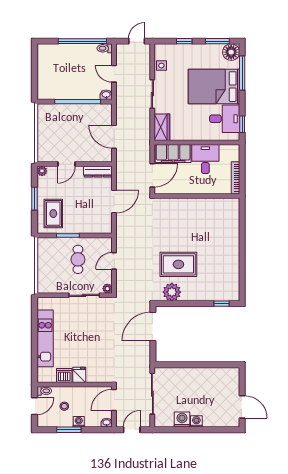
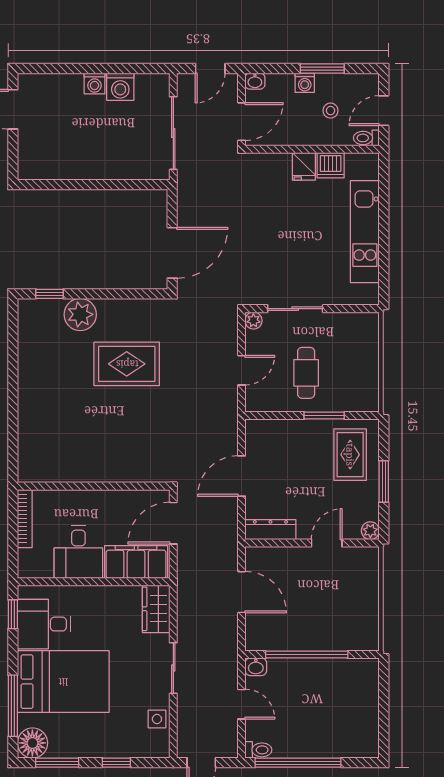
plant: (172, 292) -> (80, 314), moved

